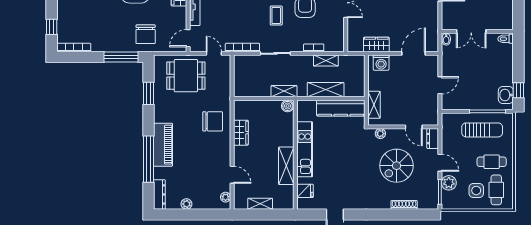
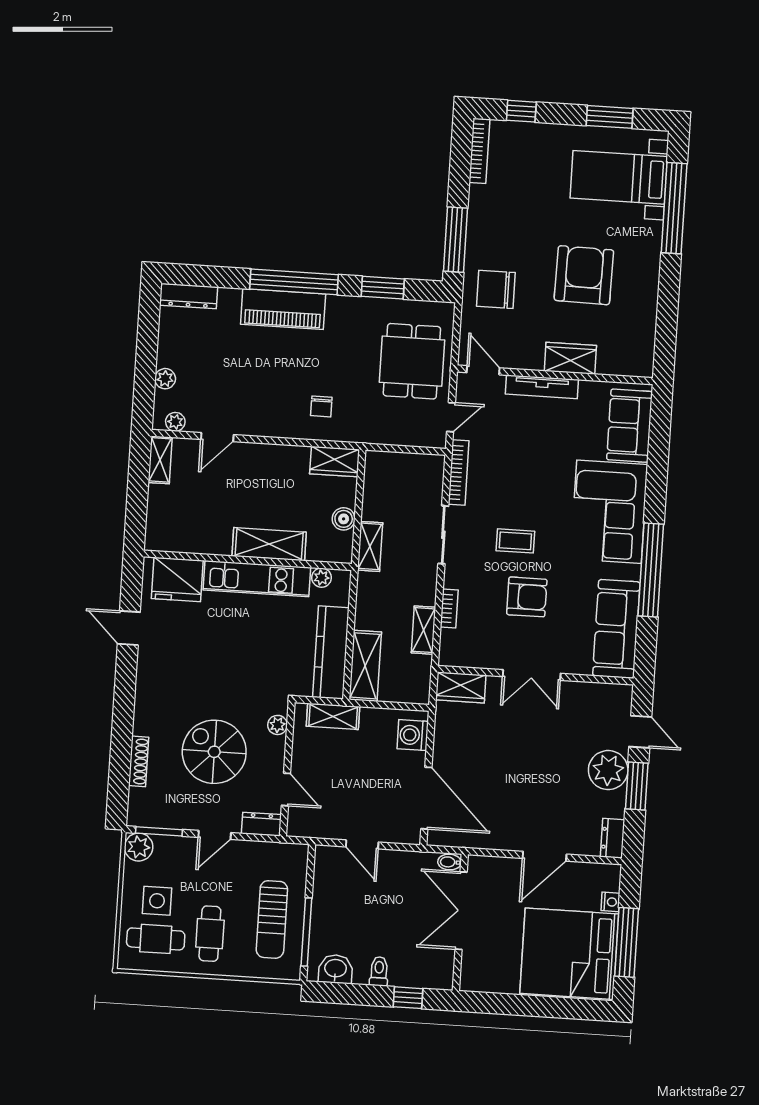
double door: (471, 31) -> (461, 911), width x1.37
toilet: (506, 39) -> (379, 971), moved
wardrobe: (376, 44) -> (461, 687), moved, turned 90
door: (414, 53) -> (426, 798), width x1.36
shelving: (326, 90) -> (365, 666), moved
window: (518, 90) -> (408, 998), moved
boiler: (288, 106) -> (344, 519), moved
plant: (302, 116) -> (322, 578), added
chair: (213, 121) -> (321, 406), width x0.54, depth x0.54
door: (414, 127) -> (286, 789), swing flipped
wardrobe: (241, 133) -> (335, 462), moved
window: (148, 159) -> (294, 282), moved
shelving: (286, 166) -> (269, 544), moved
plant: (449, 183) -> (139, 847), moved
fridge: (305, 191) -> (177, 579), width x1.88, depth x1.34
plant: (186, 204) -> (165, 379), moved
shelving: (260, 204) -> (160, 460), moved

